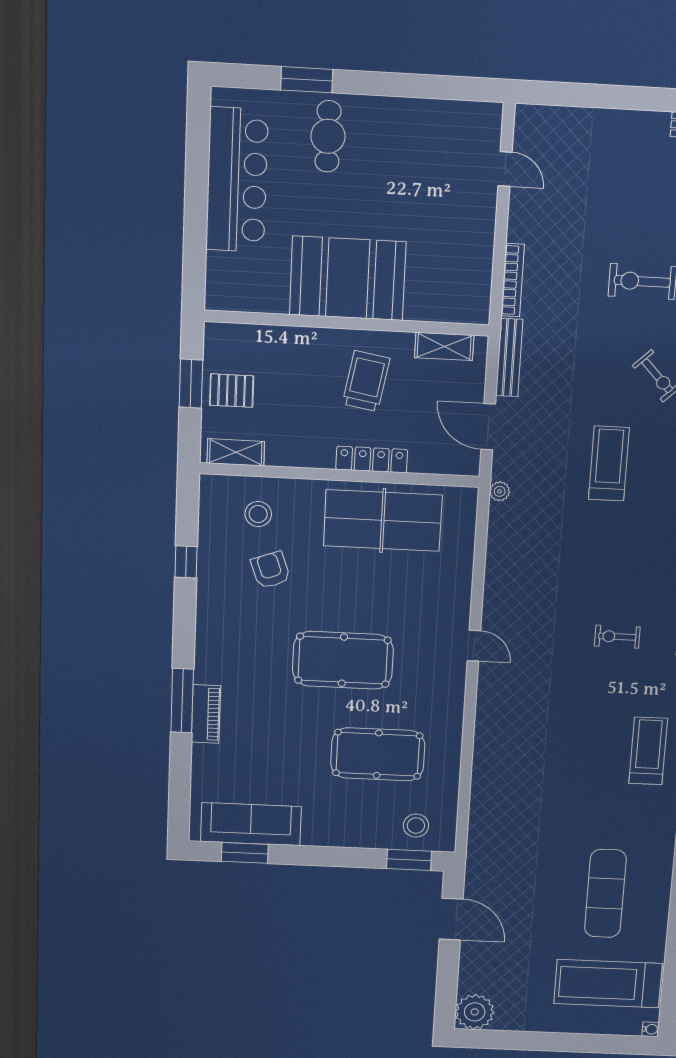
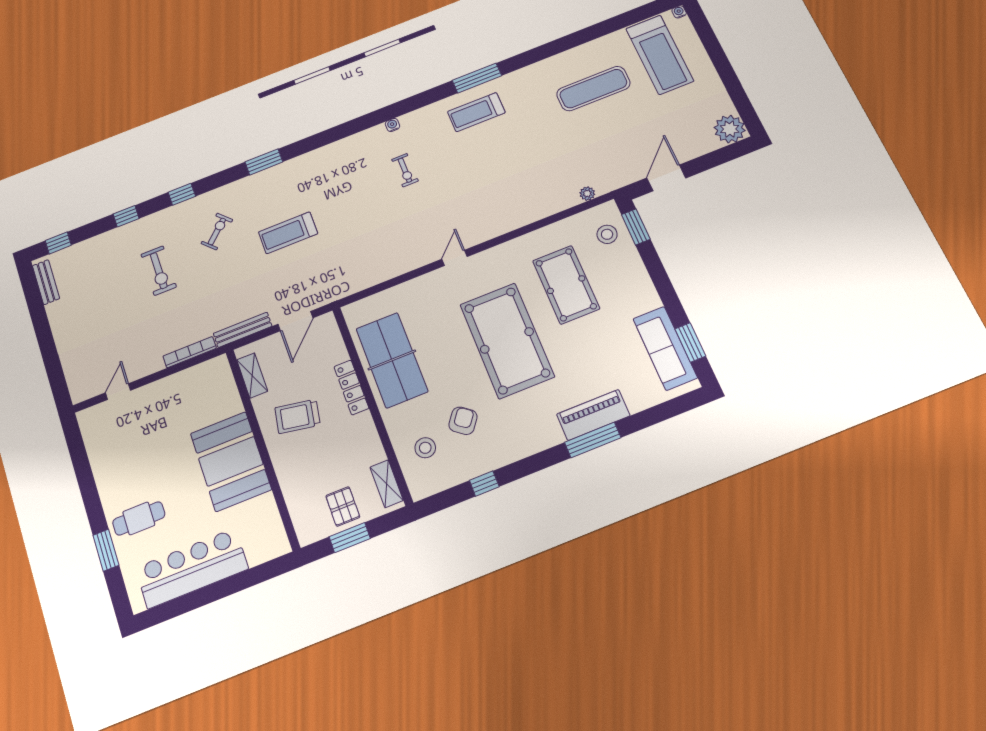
plant: (500, 491) -> (587, 194), moved
armchair: (270, 570) -> (463, 421), turned 147
pool table: (343, 660) -> (507, 340), width x1.36, depth x1.32
piano: (206, 714) -> (593, 415), width x1.37, depth x1.33

